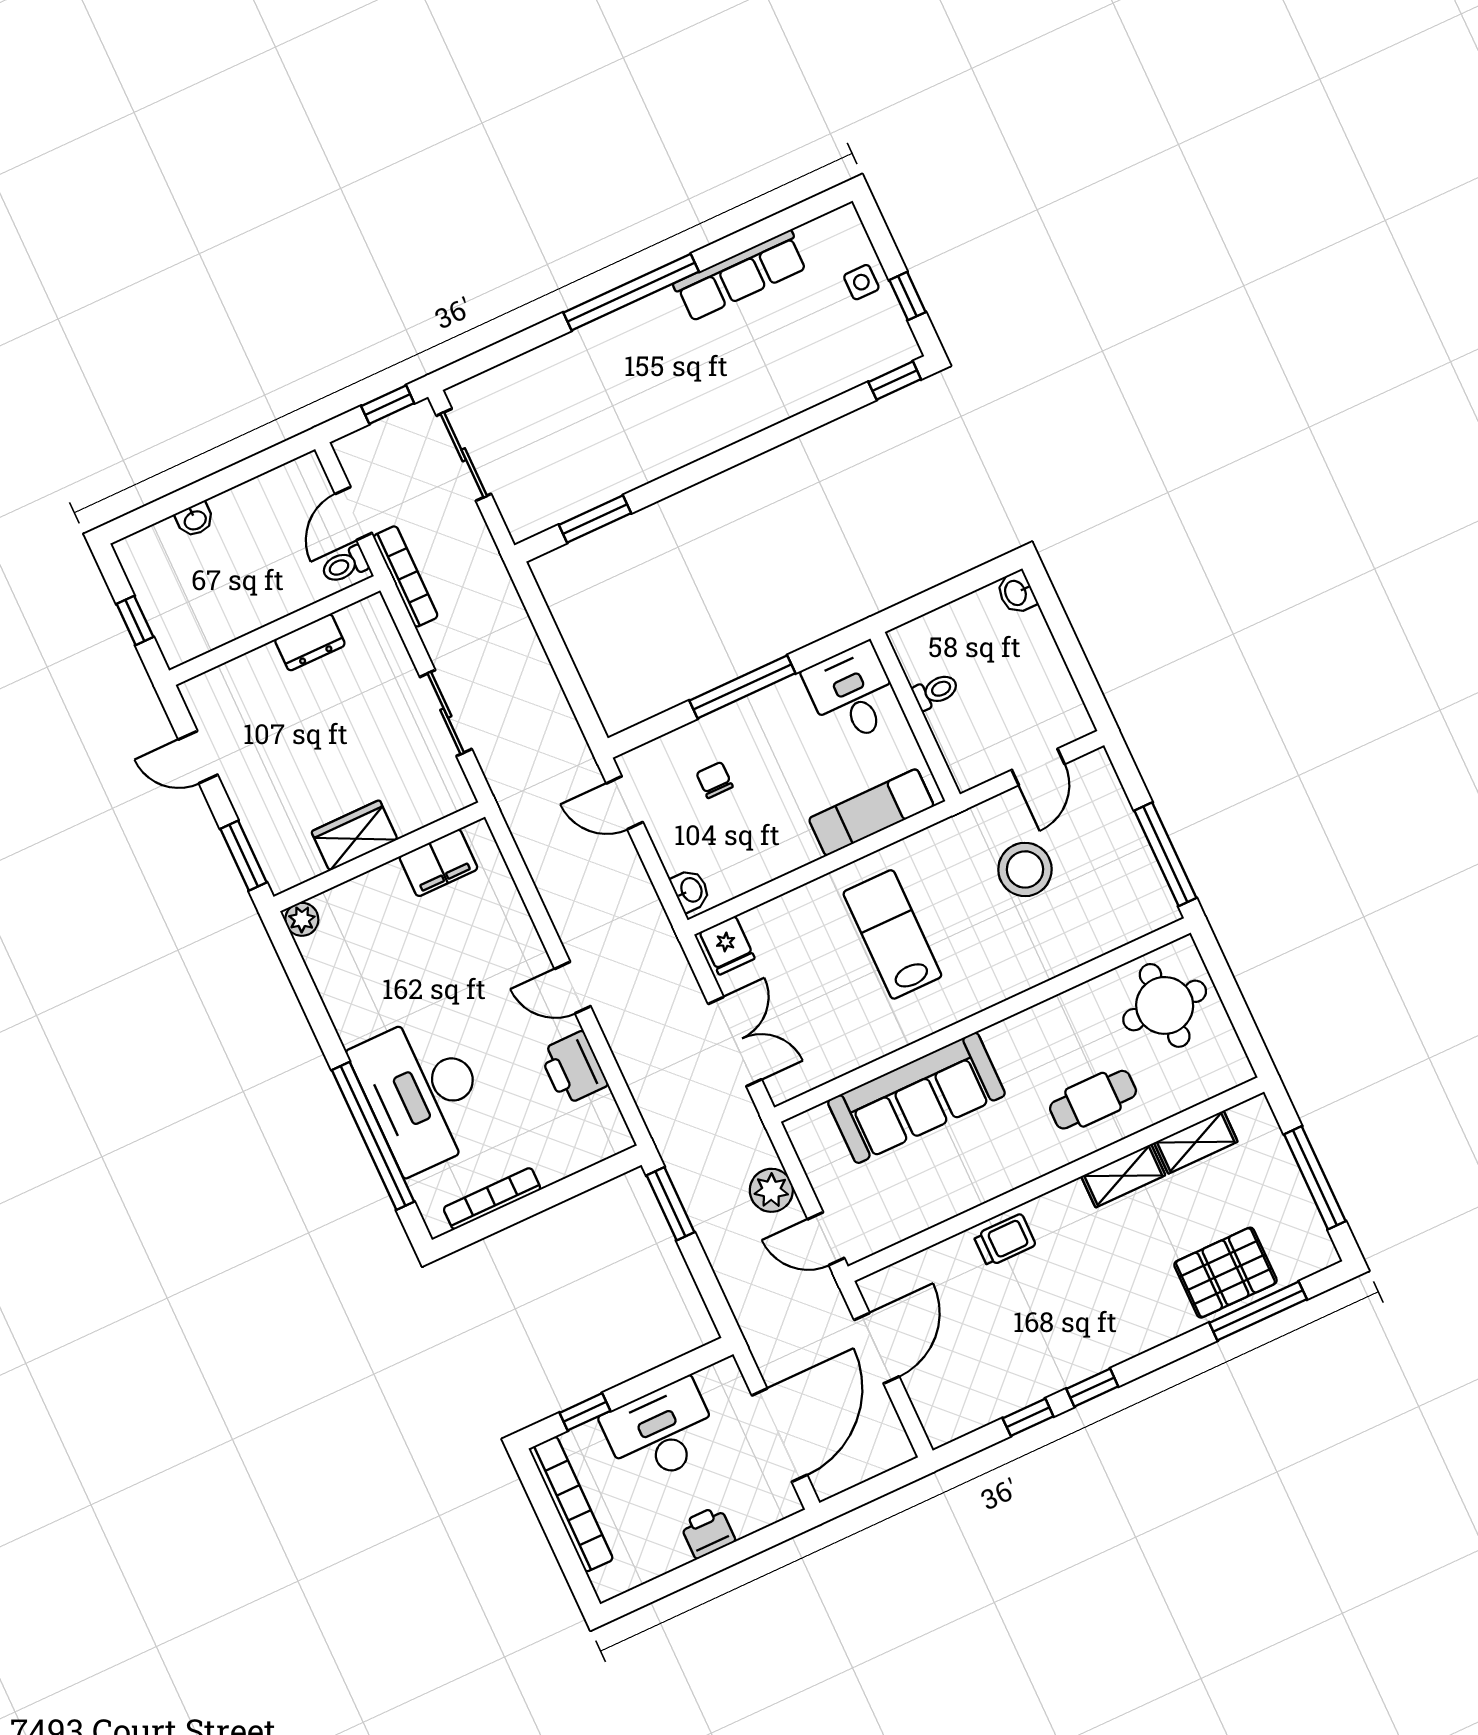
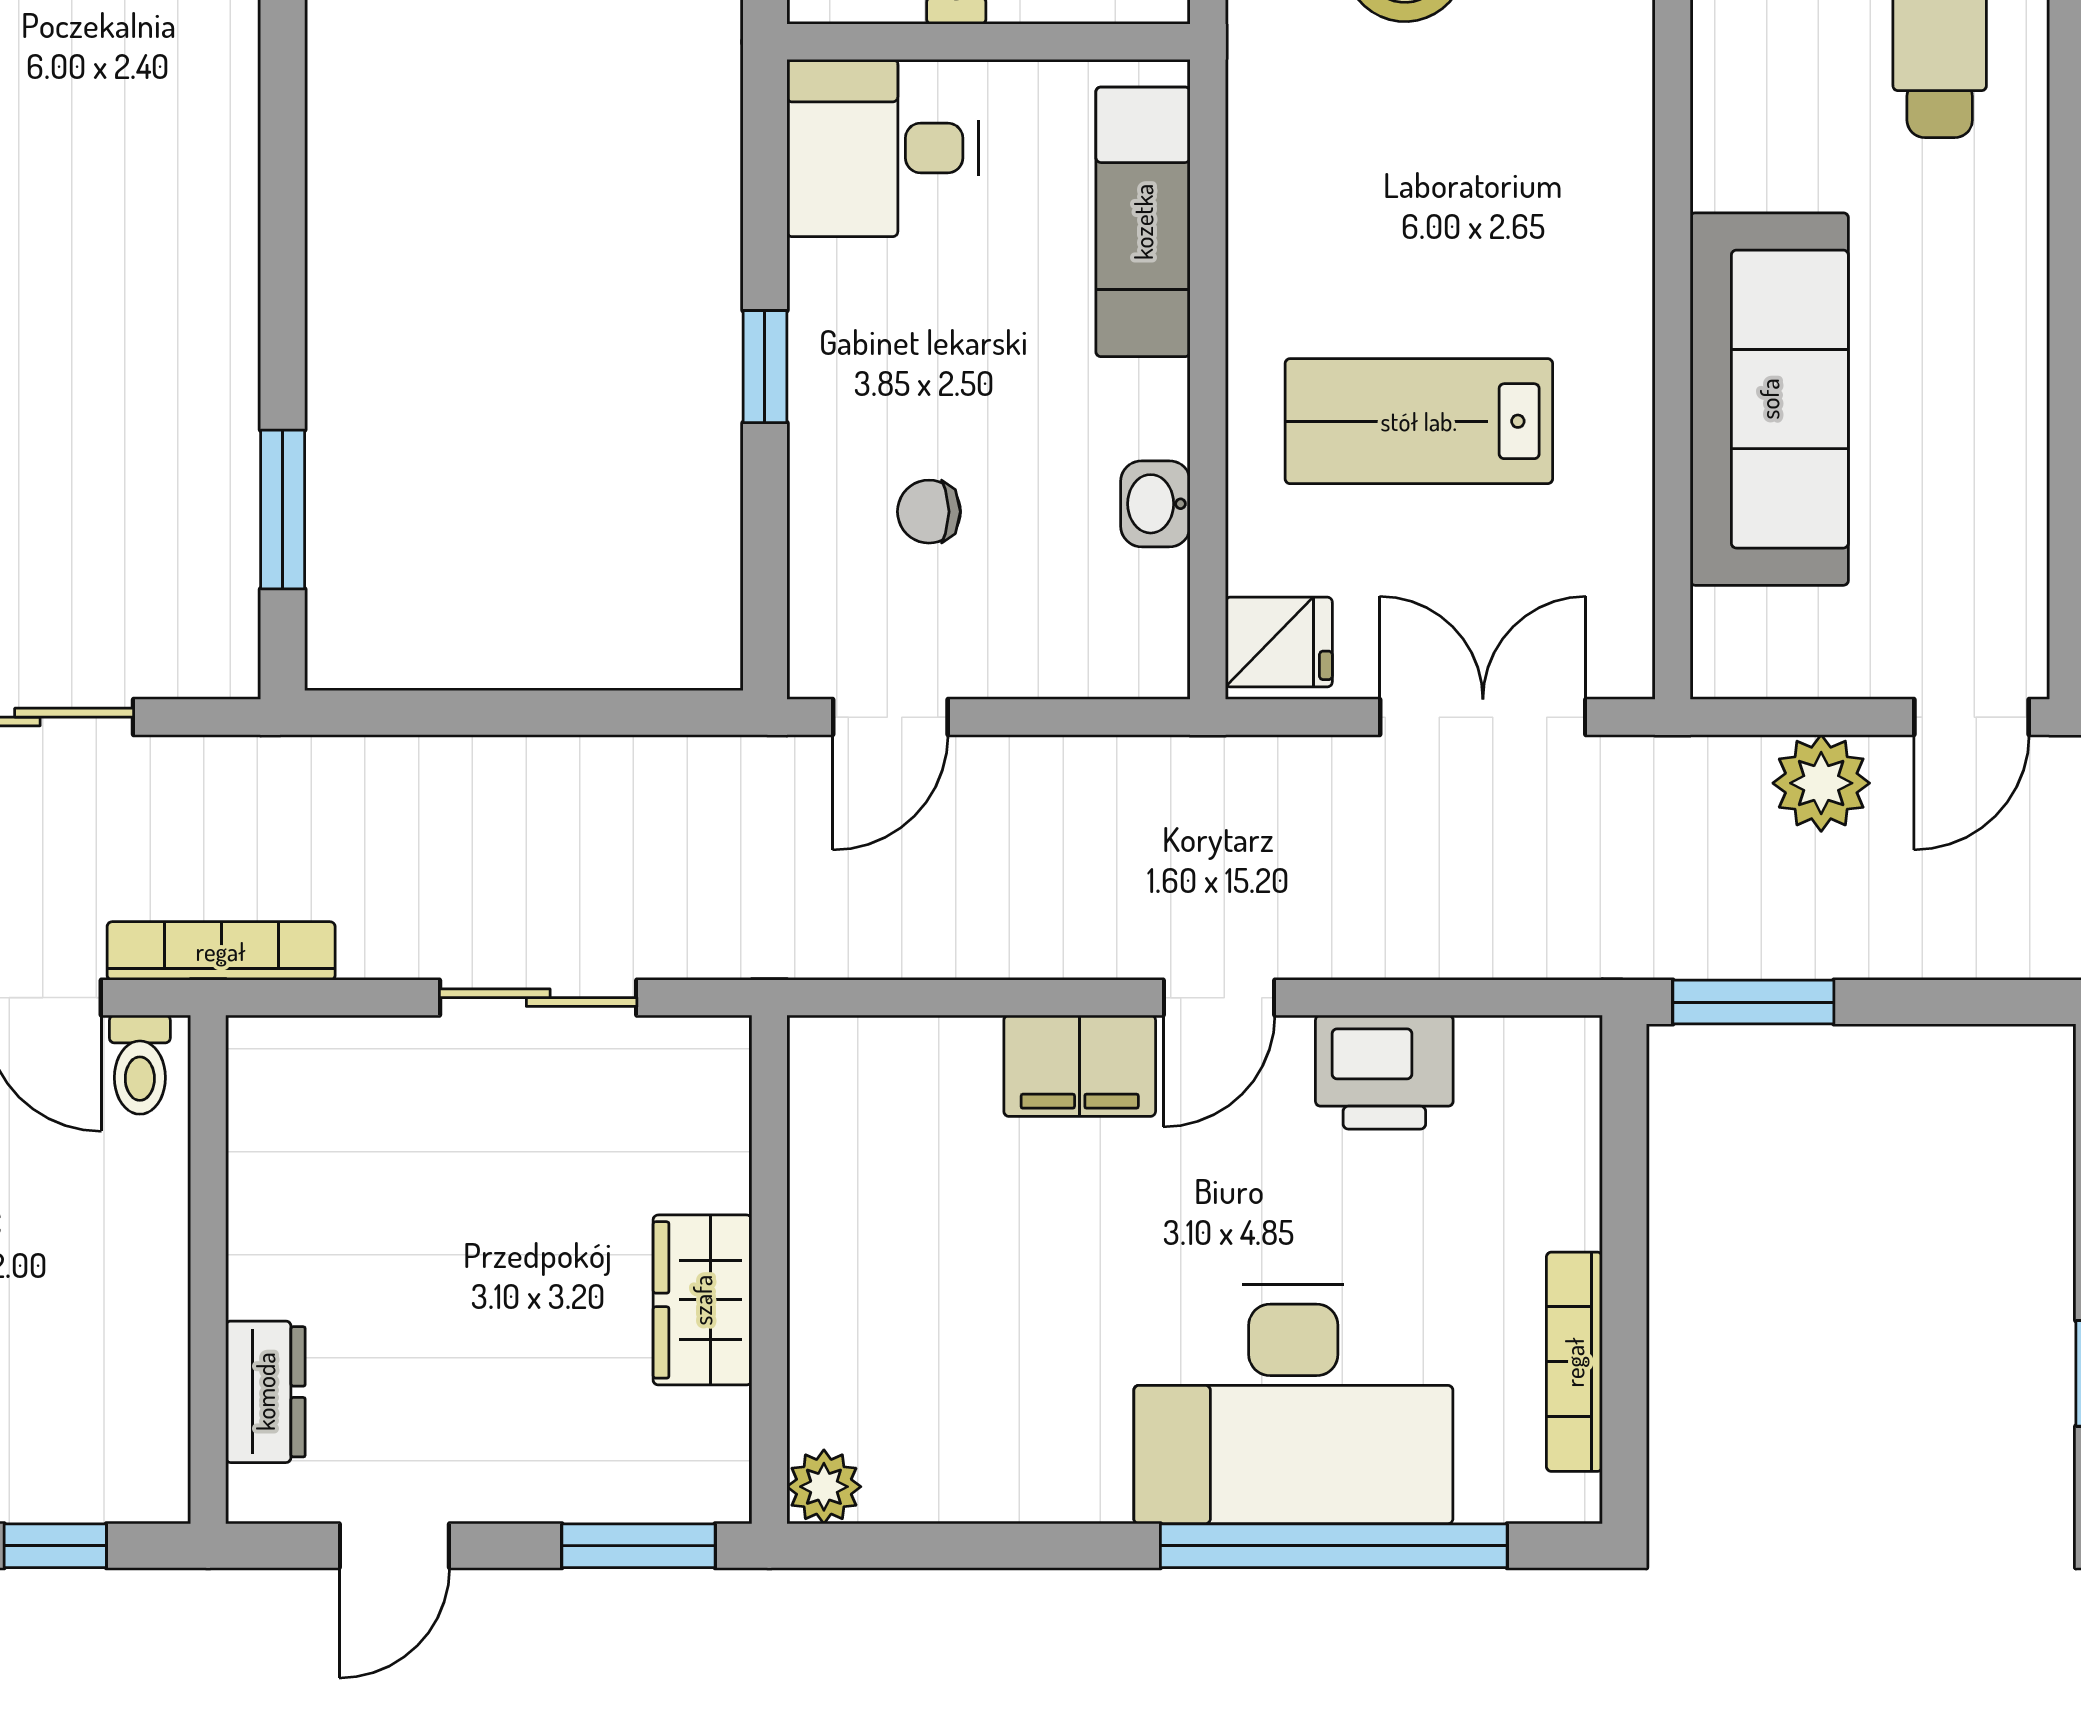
dresser: (310, 642) -> (265, 1392), moved
window: (742, 687) -> (765, 367), width x0.46
filing cabinet: (438, 863) -> (1080, 1066), moved, turned 90
washbasin: (691, 890) -> (1155, 504), moved, turned -90
lab bench: (892, 934) -> (1419, 421), moved

